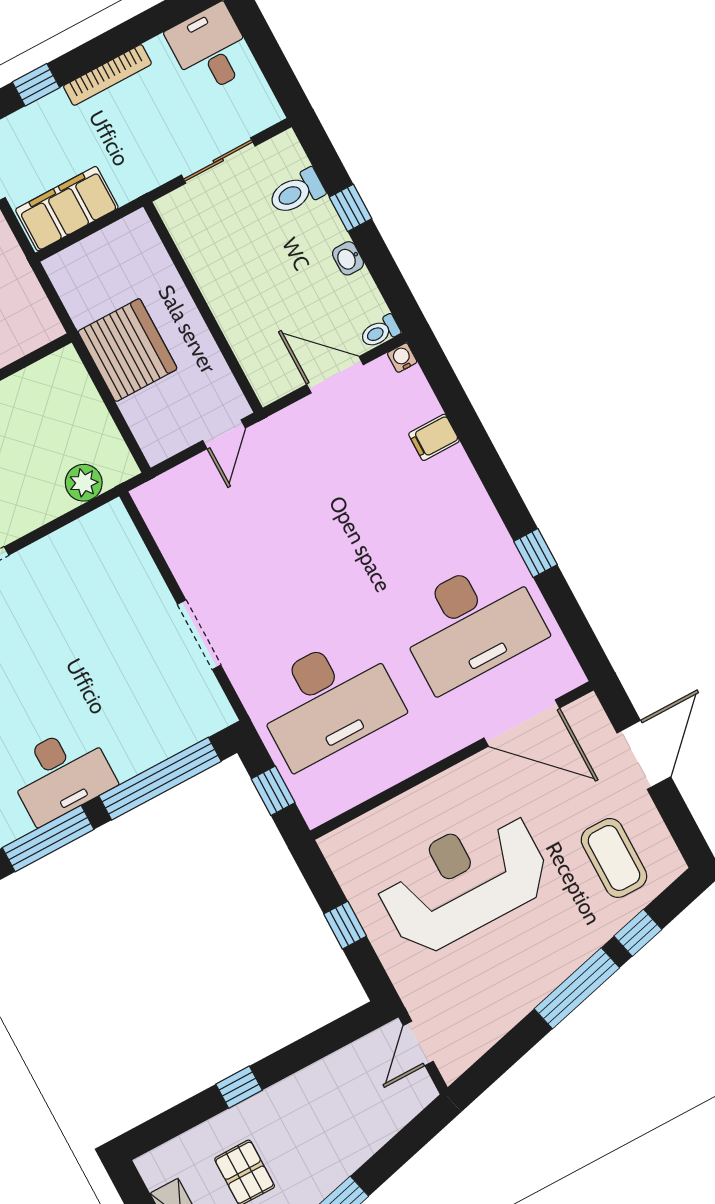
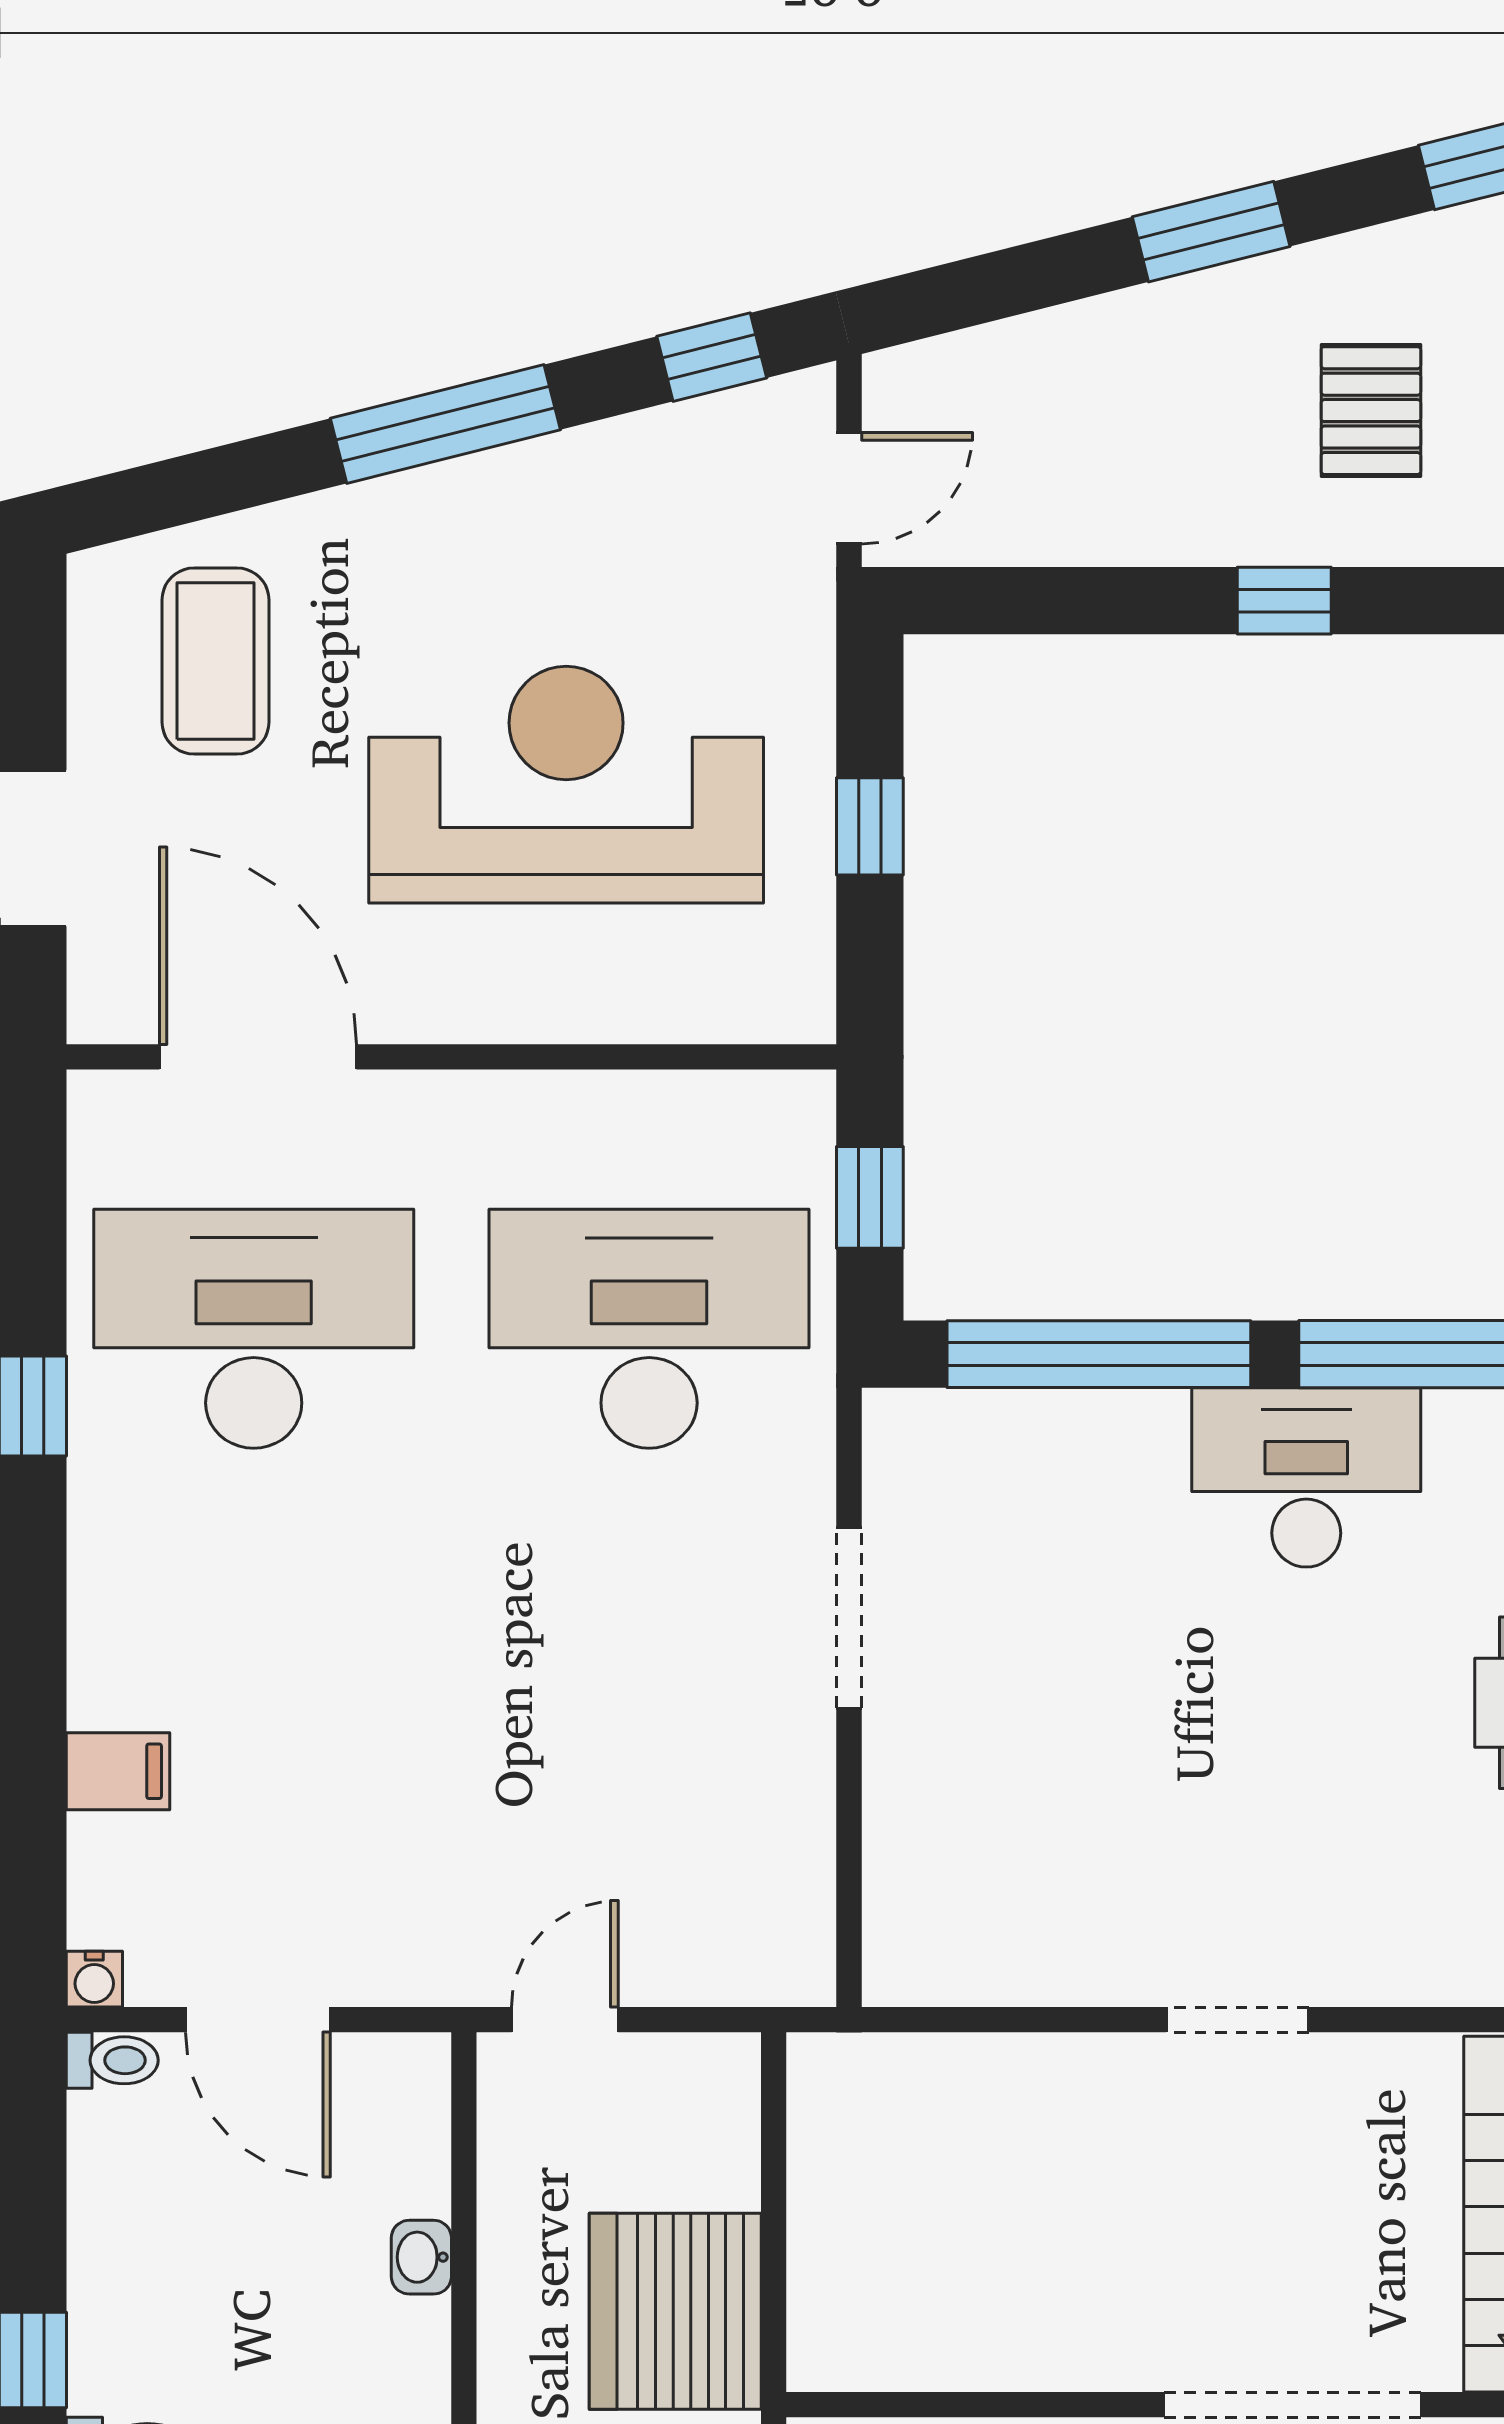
washbasin: (348, 258) -> (421, 2257), moved, turned 180
plant: (84, 483) -> (922, 2077), removed
reception desk: (463, 881) -> (566, 785), turned 180
window: (638, 933) -> (712, 357), moved

